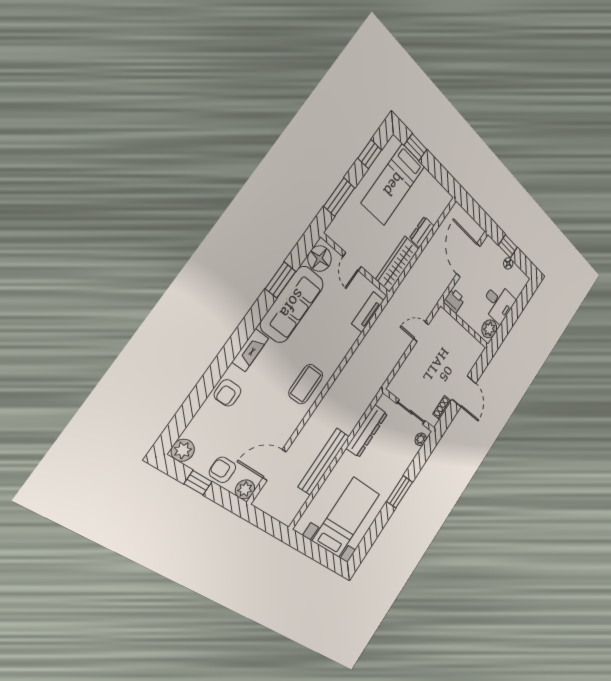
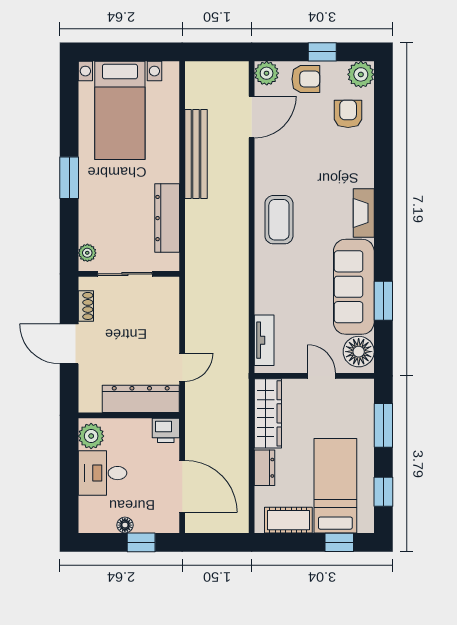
cot: (432, 188) -> (288, 520), added
dresser: (453, 330) -> (141, 399), added
armchair: (228, 393) -> (348, 114), moved

